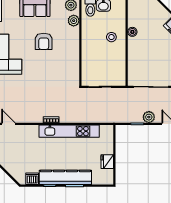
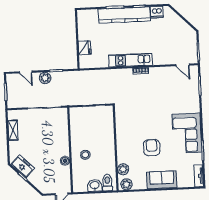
kitchen unit: (69, 131) -> (131, 60), width x0.73
fridge: (107, 162) -> (85, 48), moved

